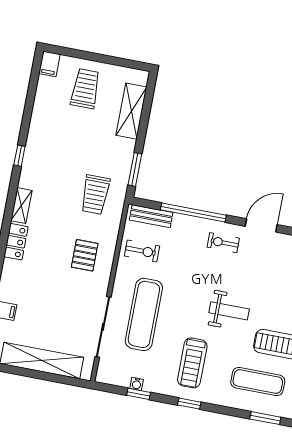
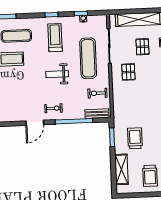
trolley: (95, 195) -> (135, 138), moved
pallet: (85, 255) -> (128, 72), moved
weight bench: (229, 311) -> (57, 74), moved
pallet: (46, 312) -> (142, 47), added

